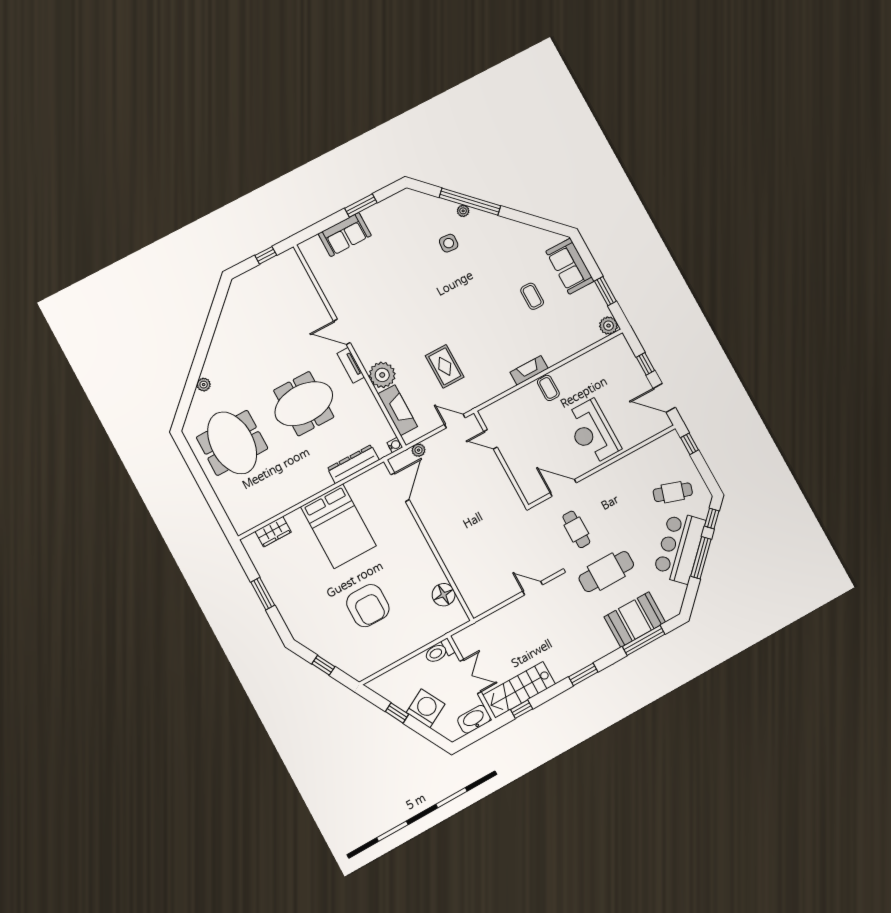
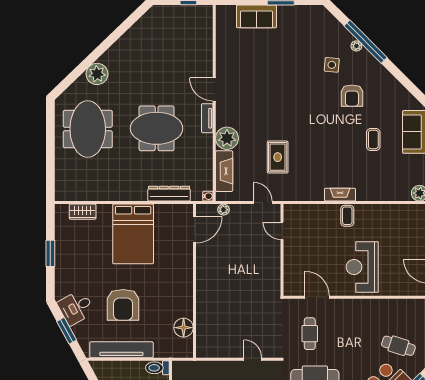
armchair: (486, 263) -> (352, 96), added
plant: (204, 385) -> (97, 74), width x1.87, depth x1.87
desk: (320, 636) -> (76, 308), added
tv unit: (392, 654) -> (121, 350), added
window: (323, 665) -> (67, 331), width x1.50

